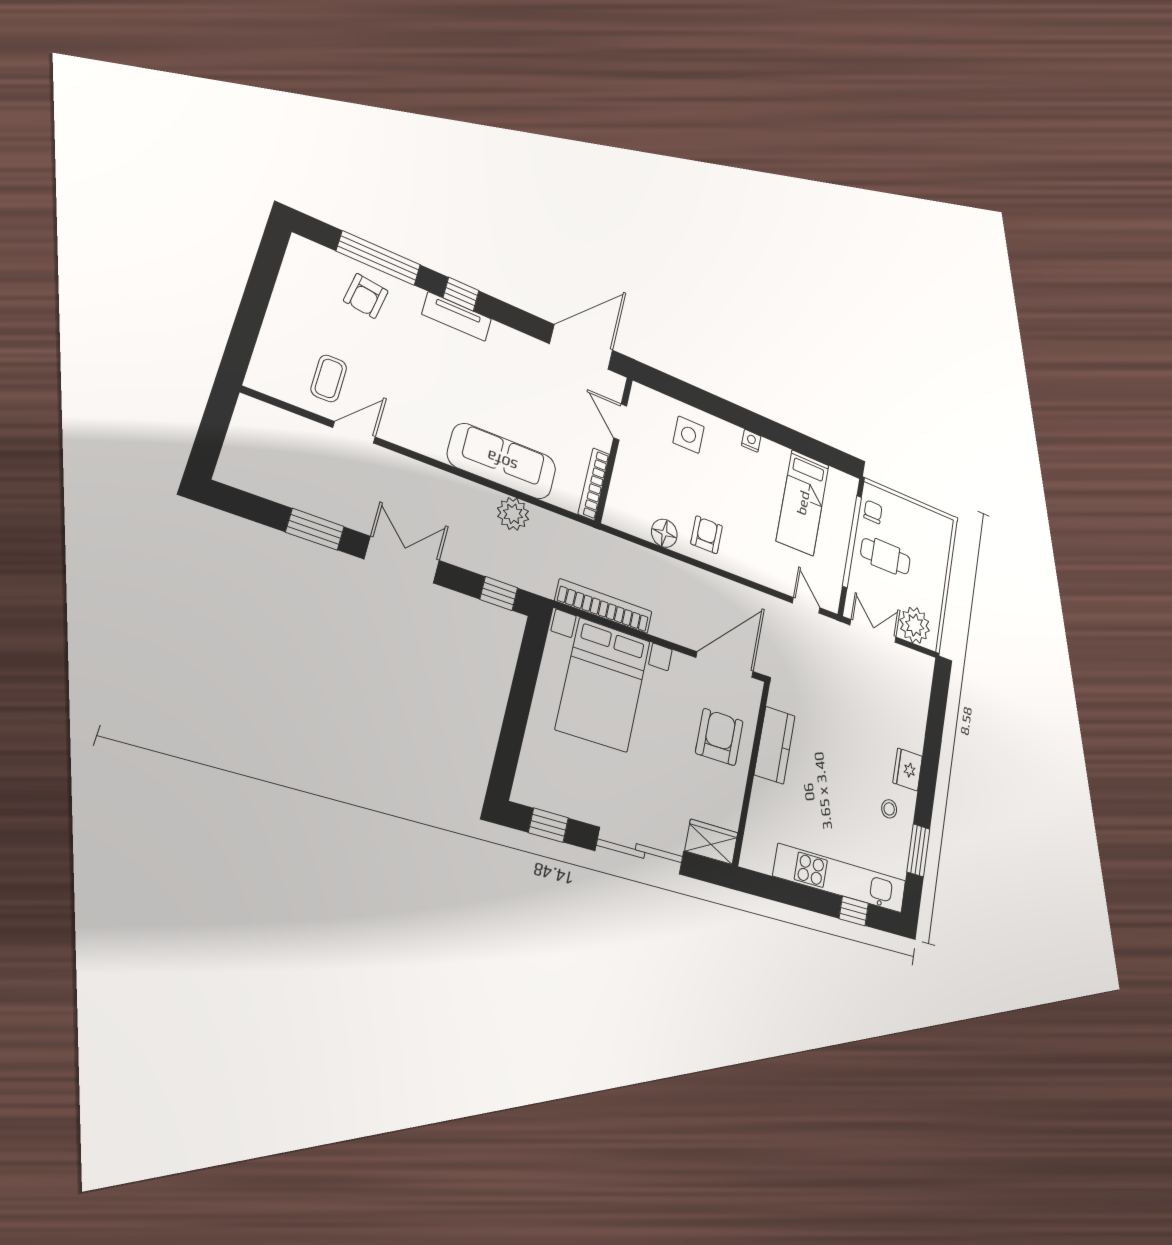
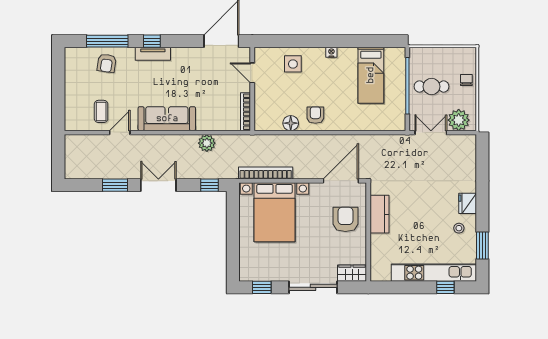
sofa: (502, 461) -> (167, 119), moved
chair: (873, 512) -> (466, 80), moved
door: (806, 605) -> (384, 133), removed

